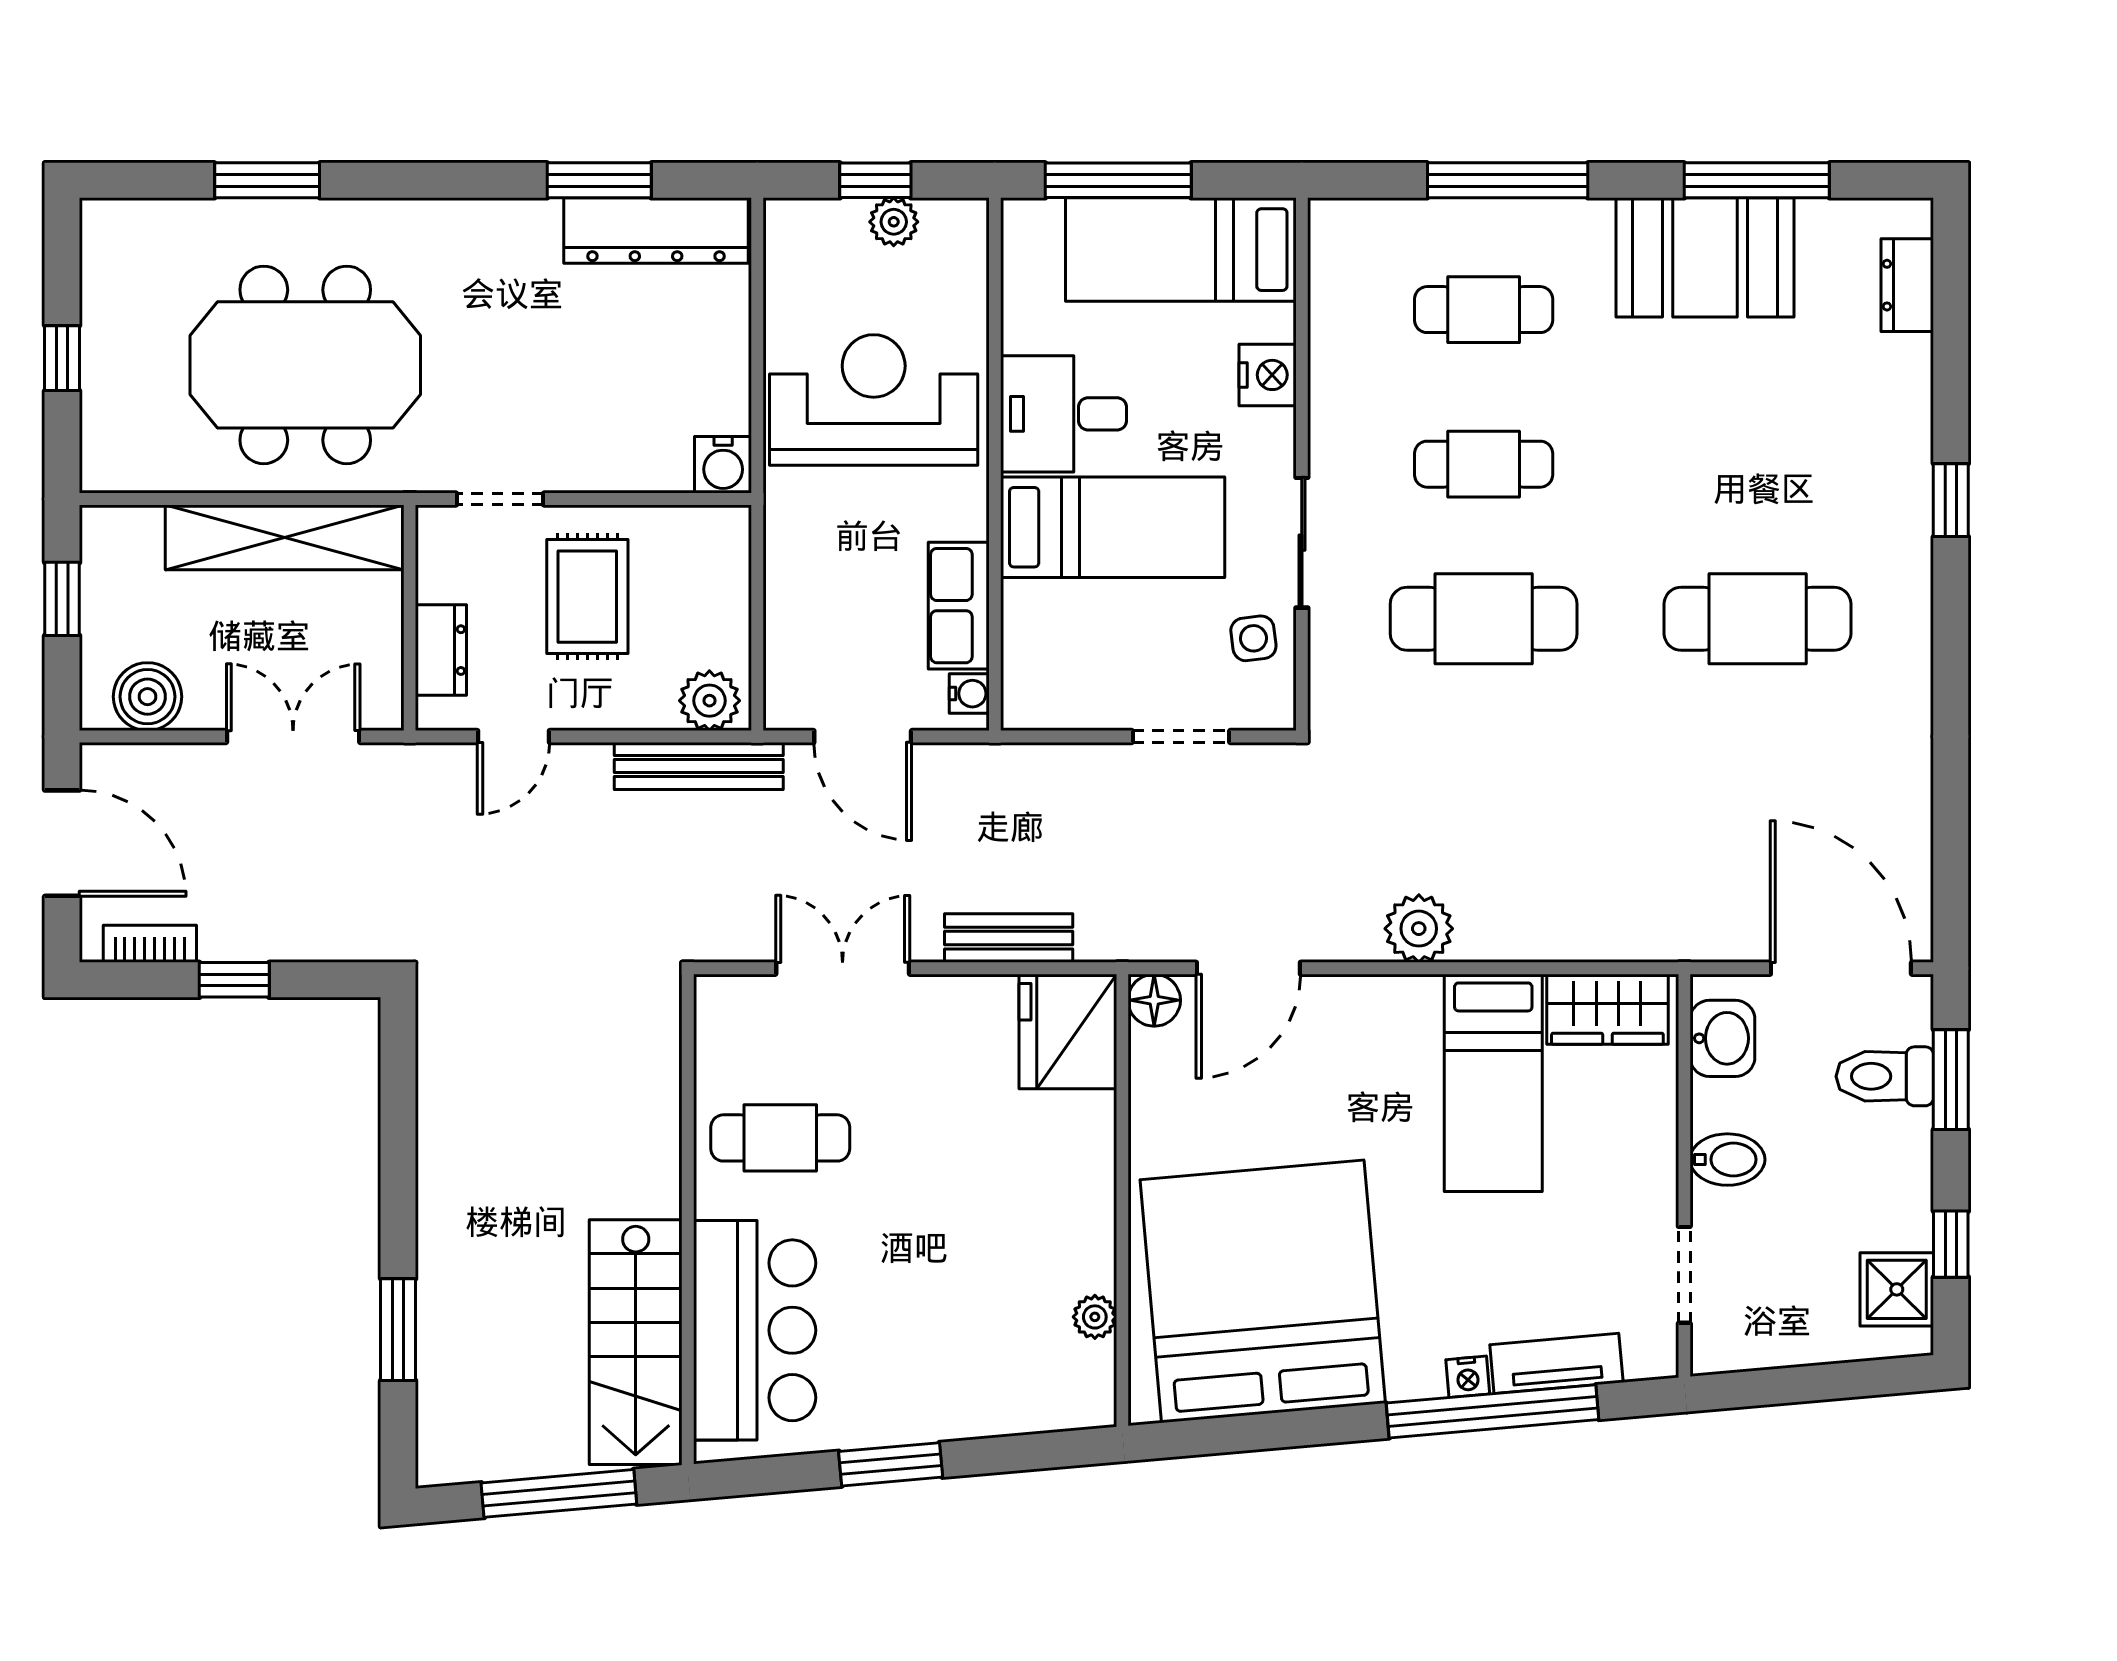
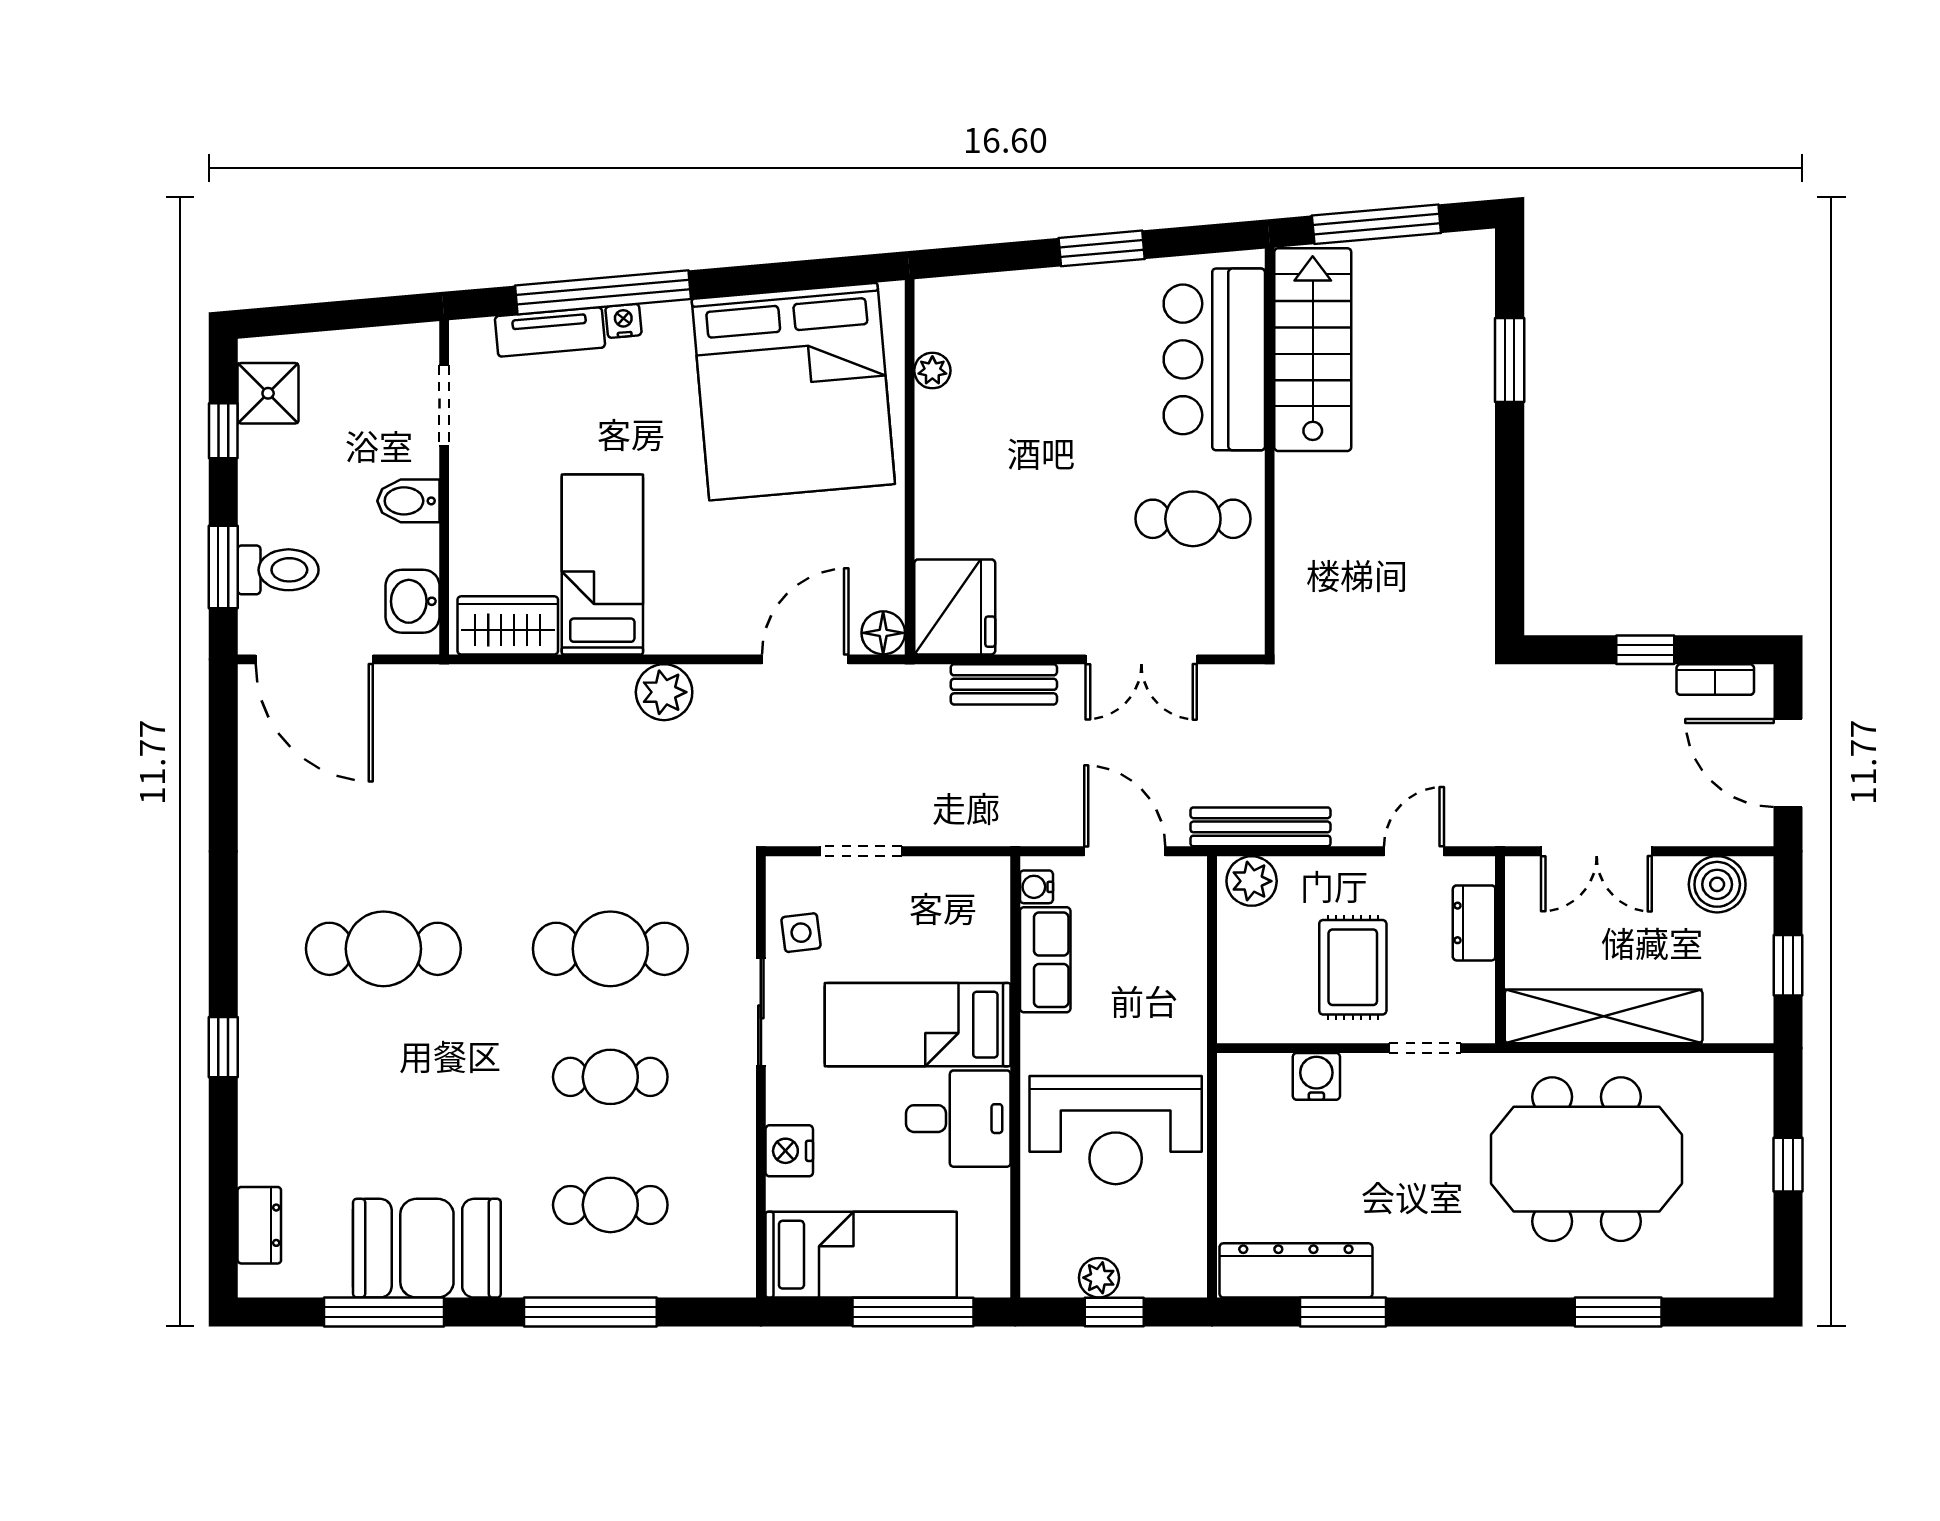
water cooler: (723, 465) -> (1316, 1076), moved

